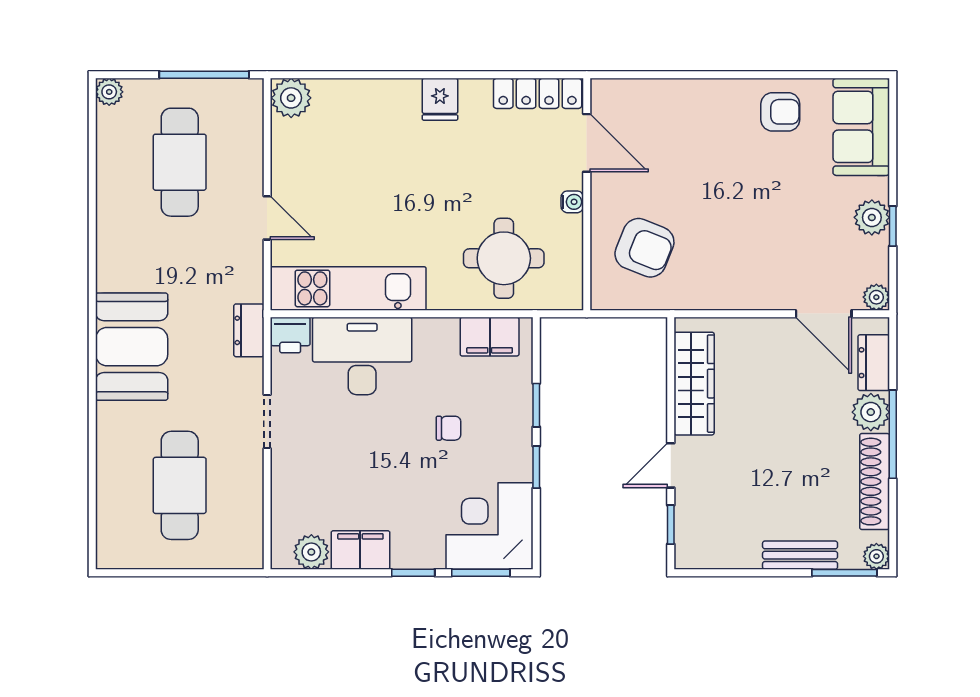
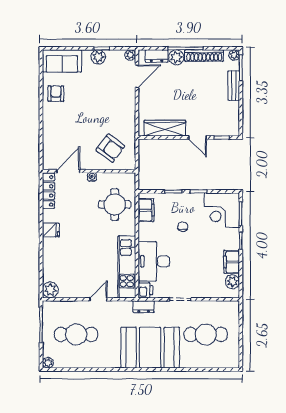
armchair: (644, 248) -> (110, 148), turned 105
booth: (132, 347) -> (150, 348), width x1.36, depth x1.42

